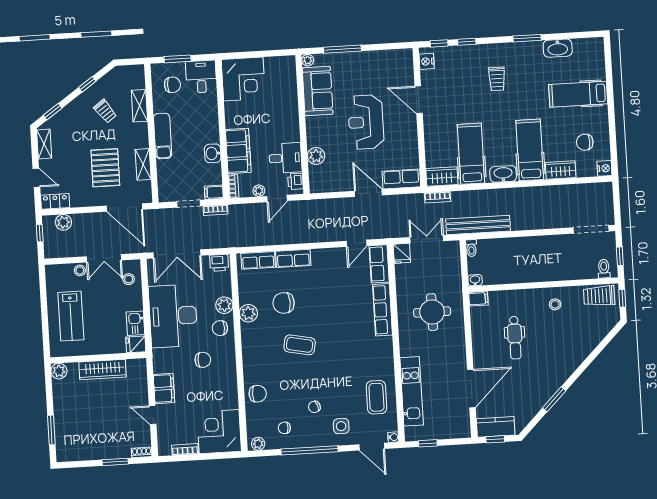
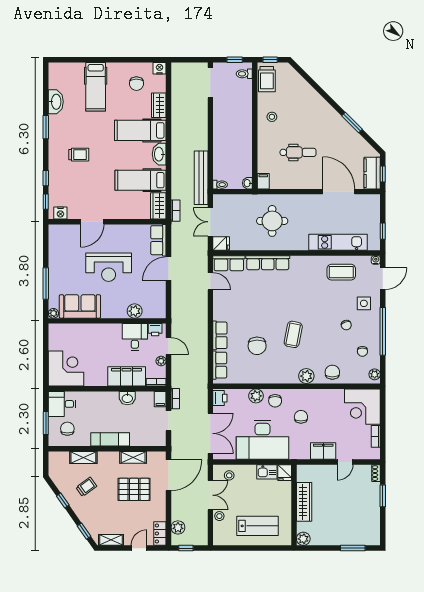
plant: (248, 313) -> (306, 376), moved

